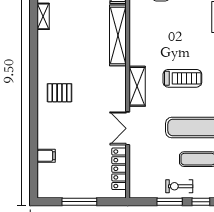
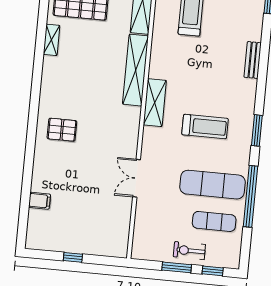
shelving: (137, 86) -> (155, 103), moved
locker: (119, 169) -> (122, 224), removed
window: (79, 202) -> (73, 257), width x0.46

